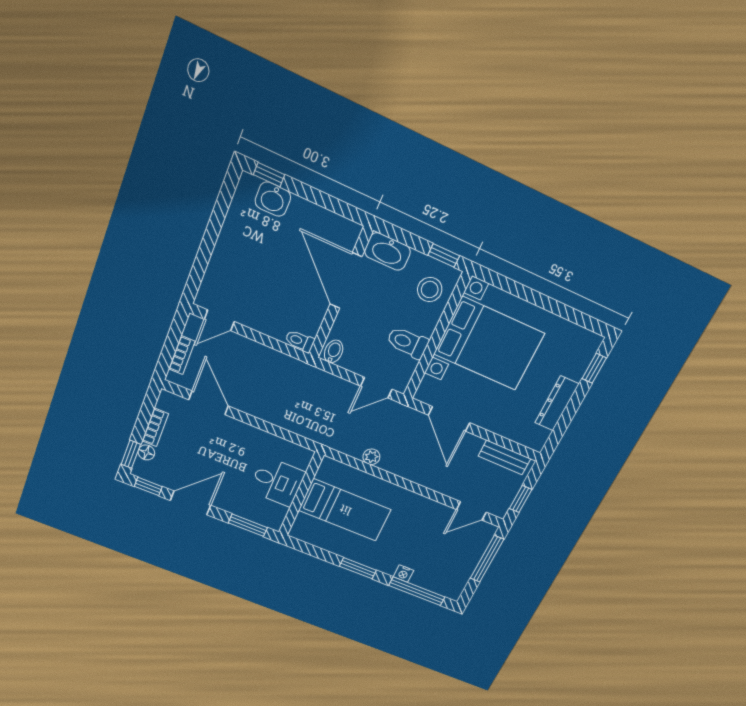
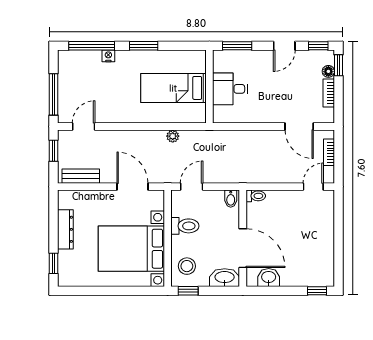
washbasin: (273, 199) -> (269, 278), moved
door: (190, 503) -> (284, 46), width x0.73

